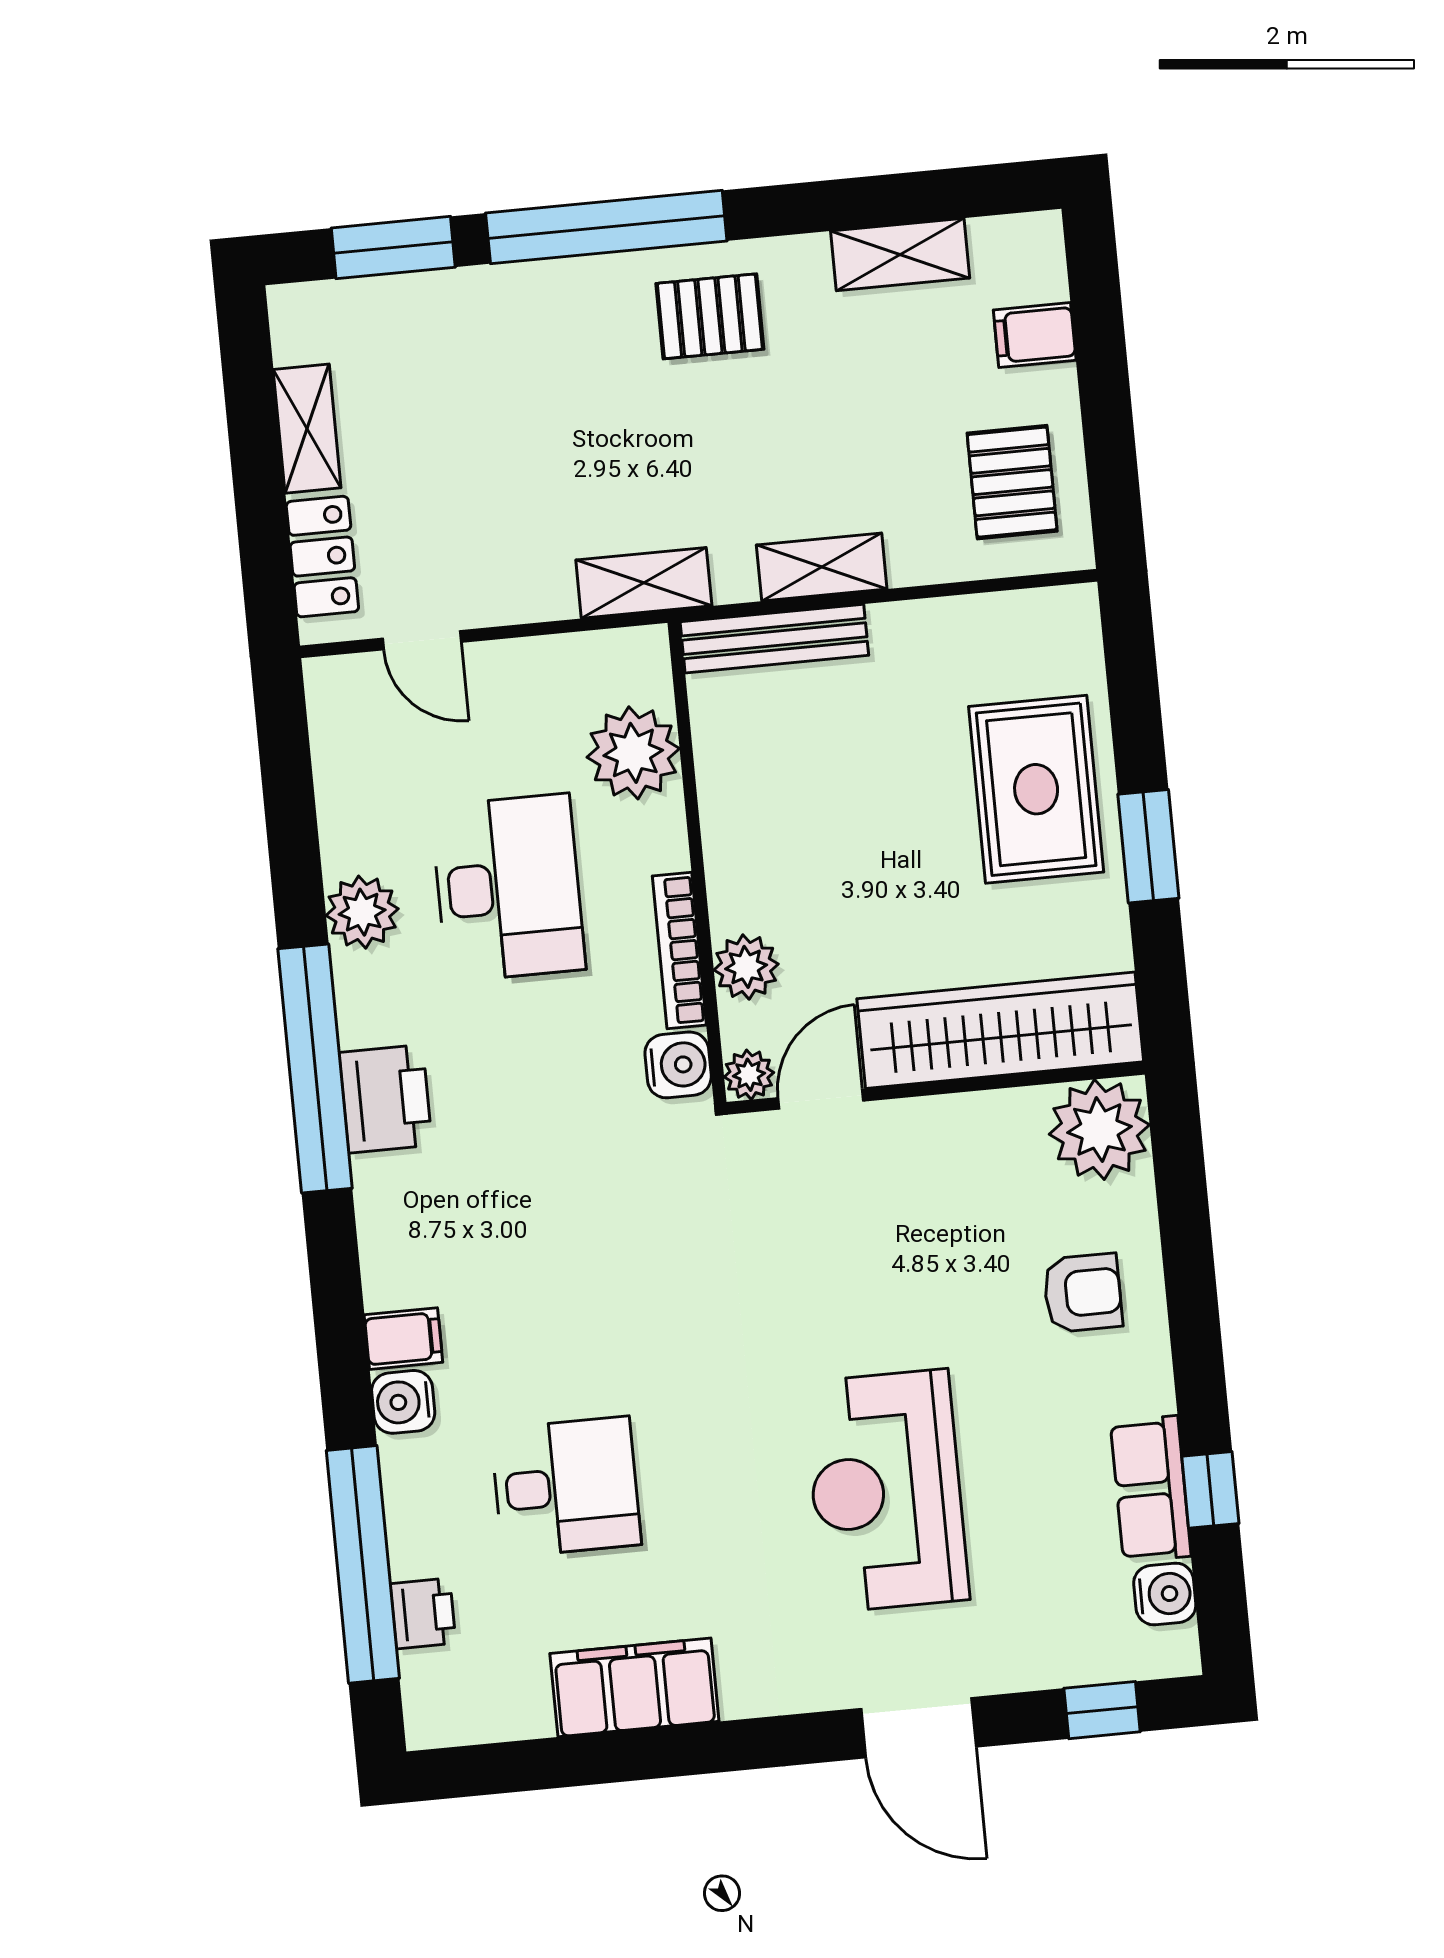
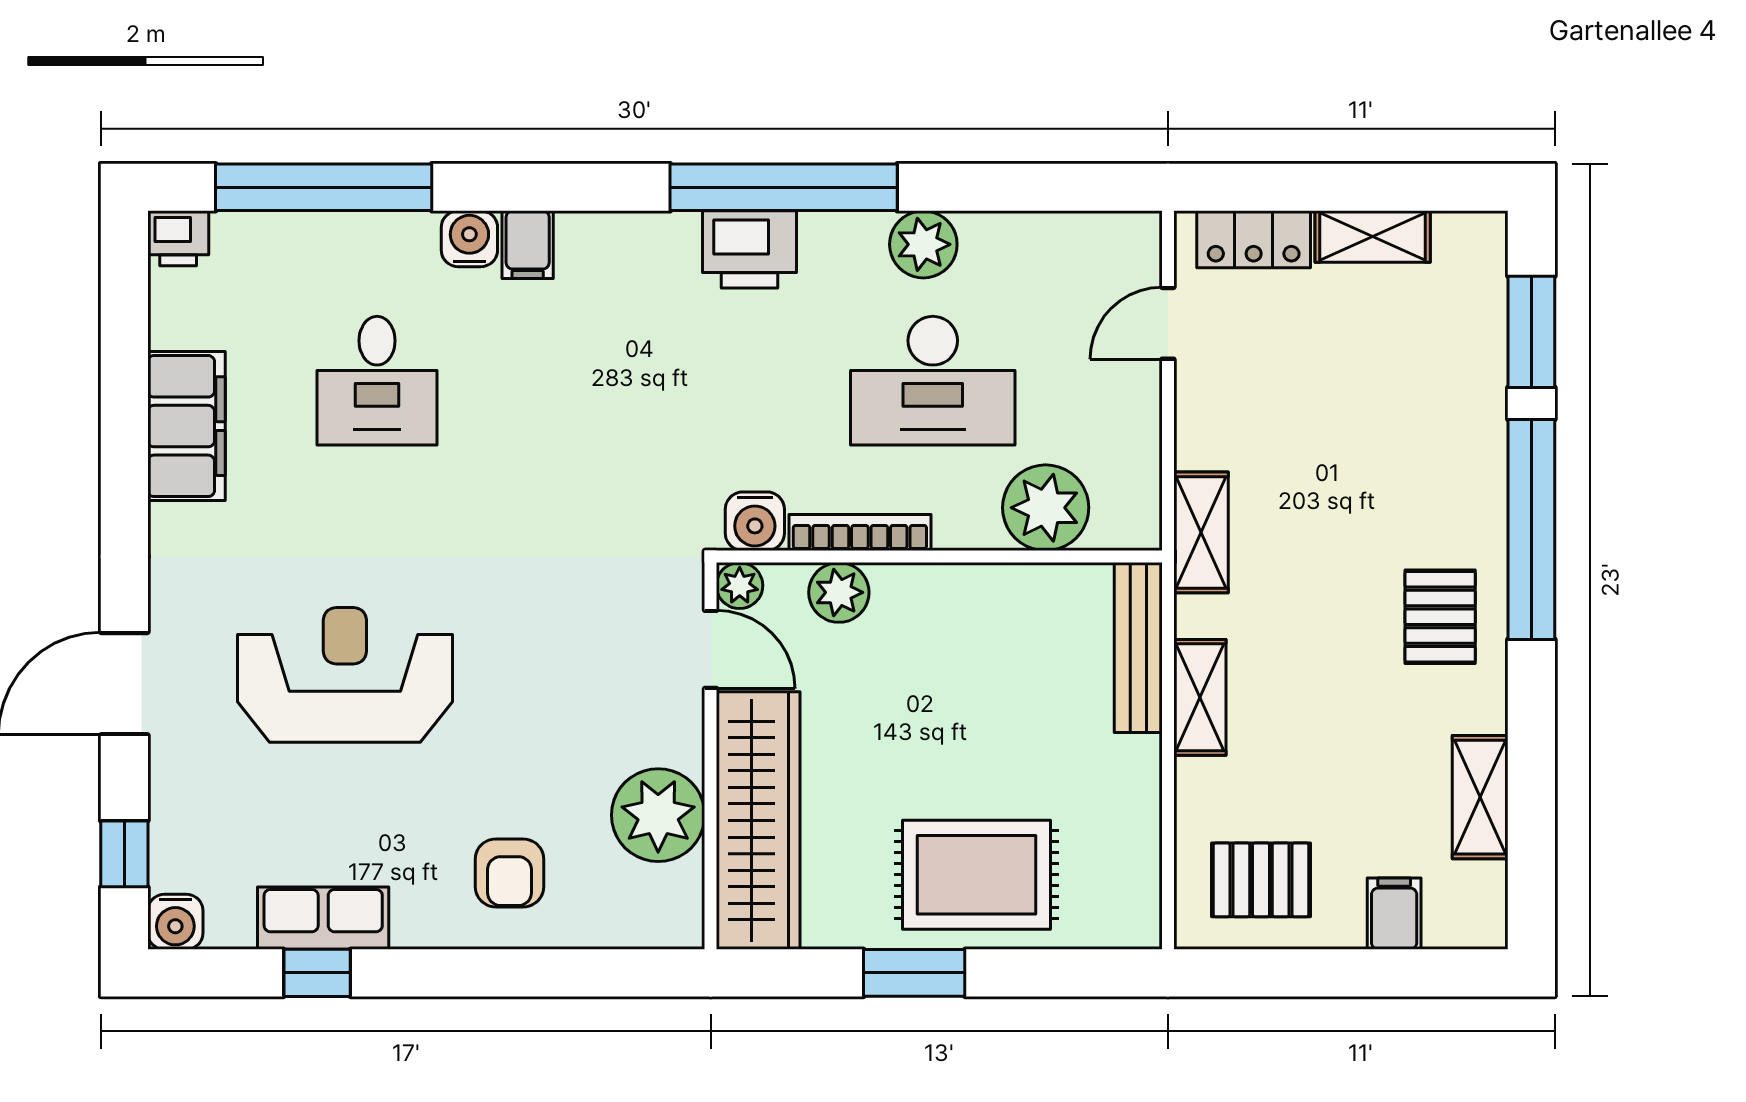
plant: (1099, 1130) -> (658, 815), moved
water cooler: (1165, 1594) -> (175, 922), moved
printer: (423, 1613) -> (178, 238), moved

